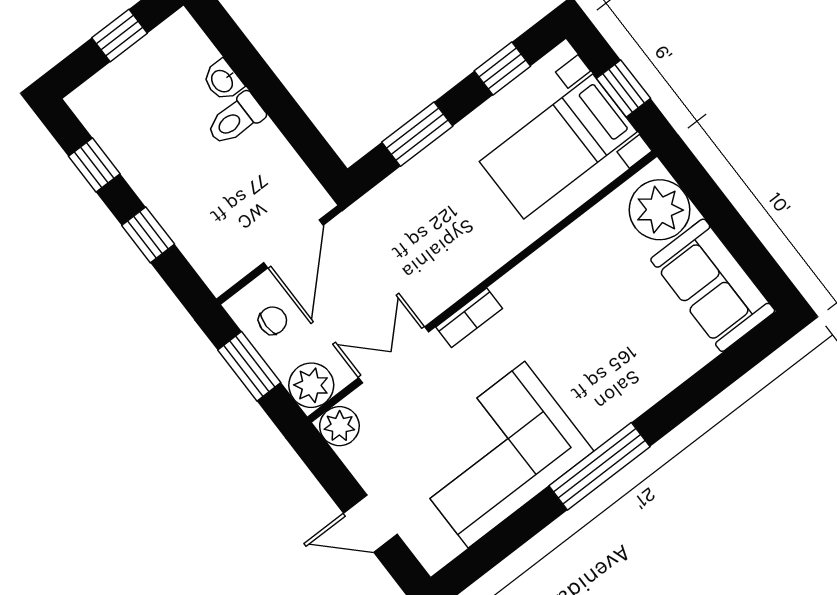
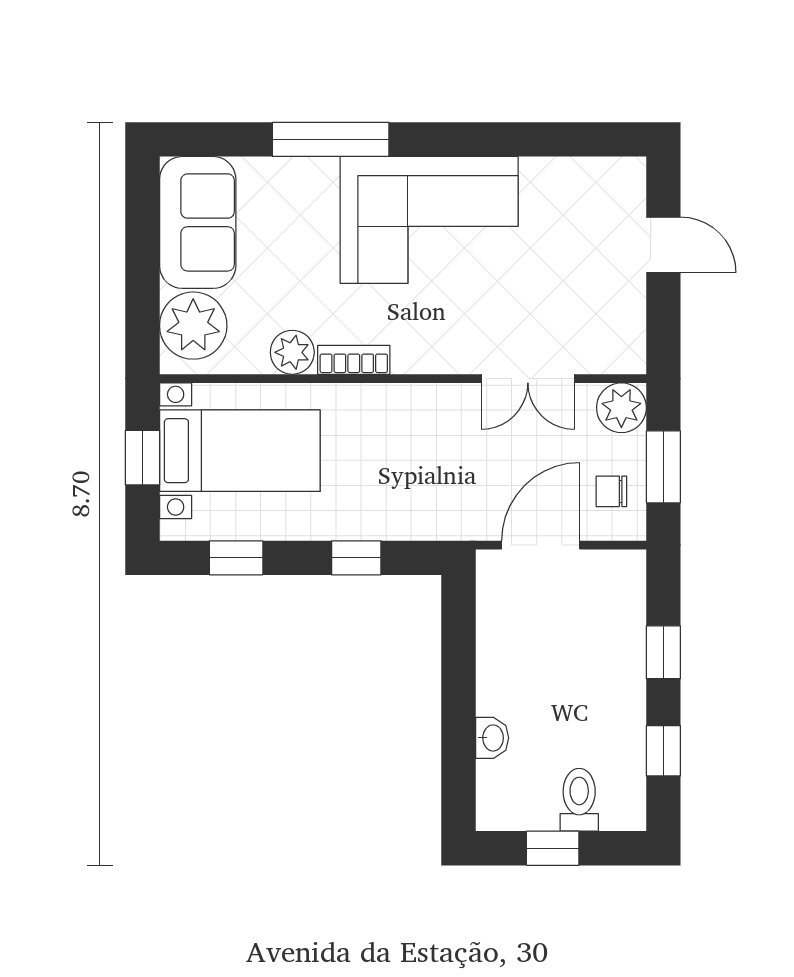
toilet: (236, 119) -> (579, 800), moved, turned -90
window: (417, 134) -> (356, 558), width x0.67
bookcase: (469, 318) -> (354, 360), moved
plant: (339, 426) -> (292, 352), moved
corner sofa: (496, 455) -> (429, 220), moved
window: (599, 466) -> (331, 139), moved

